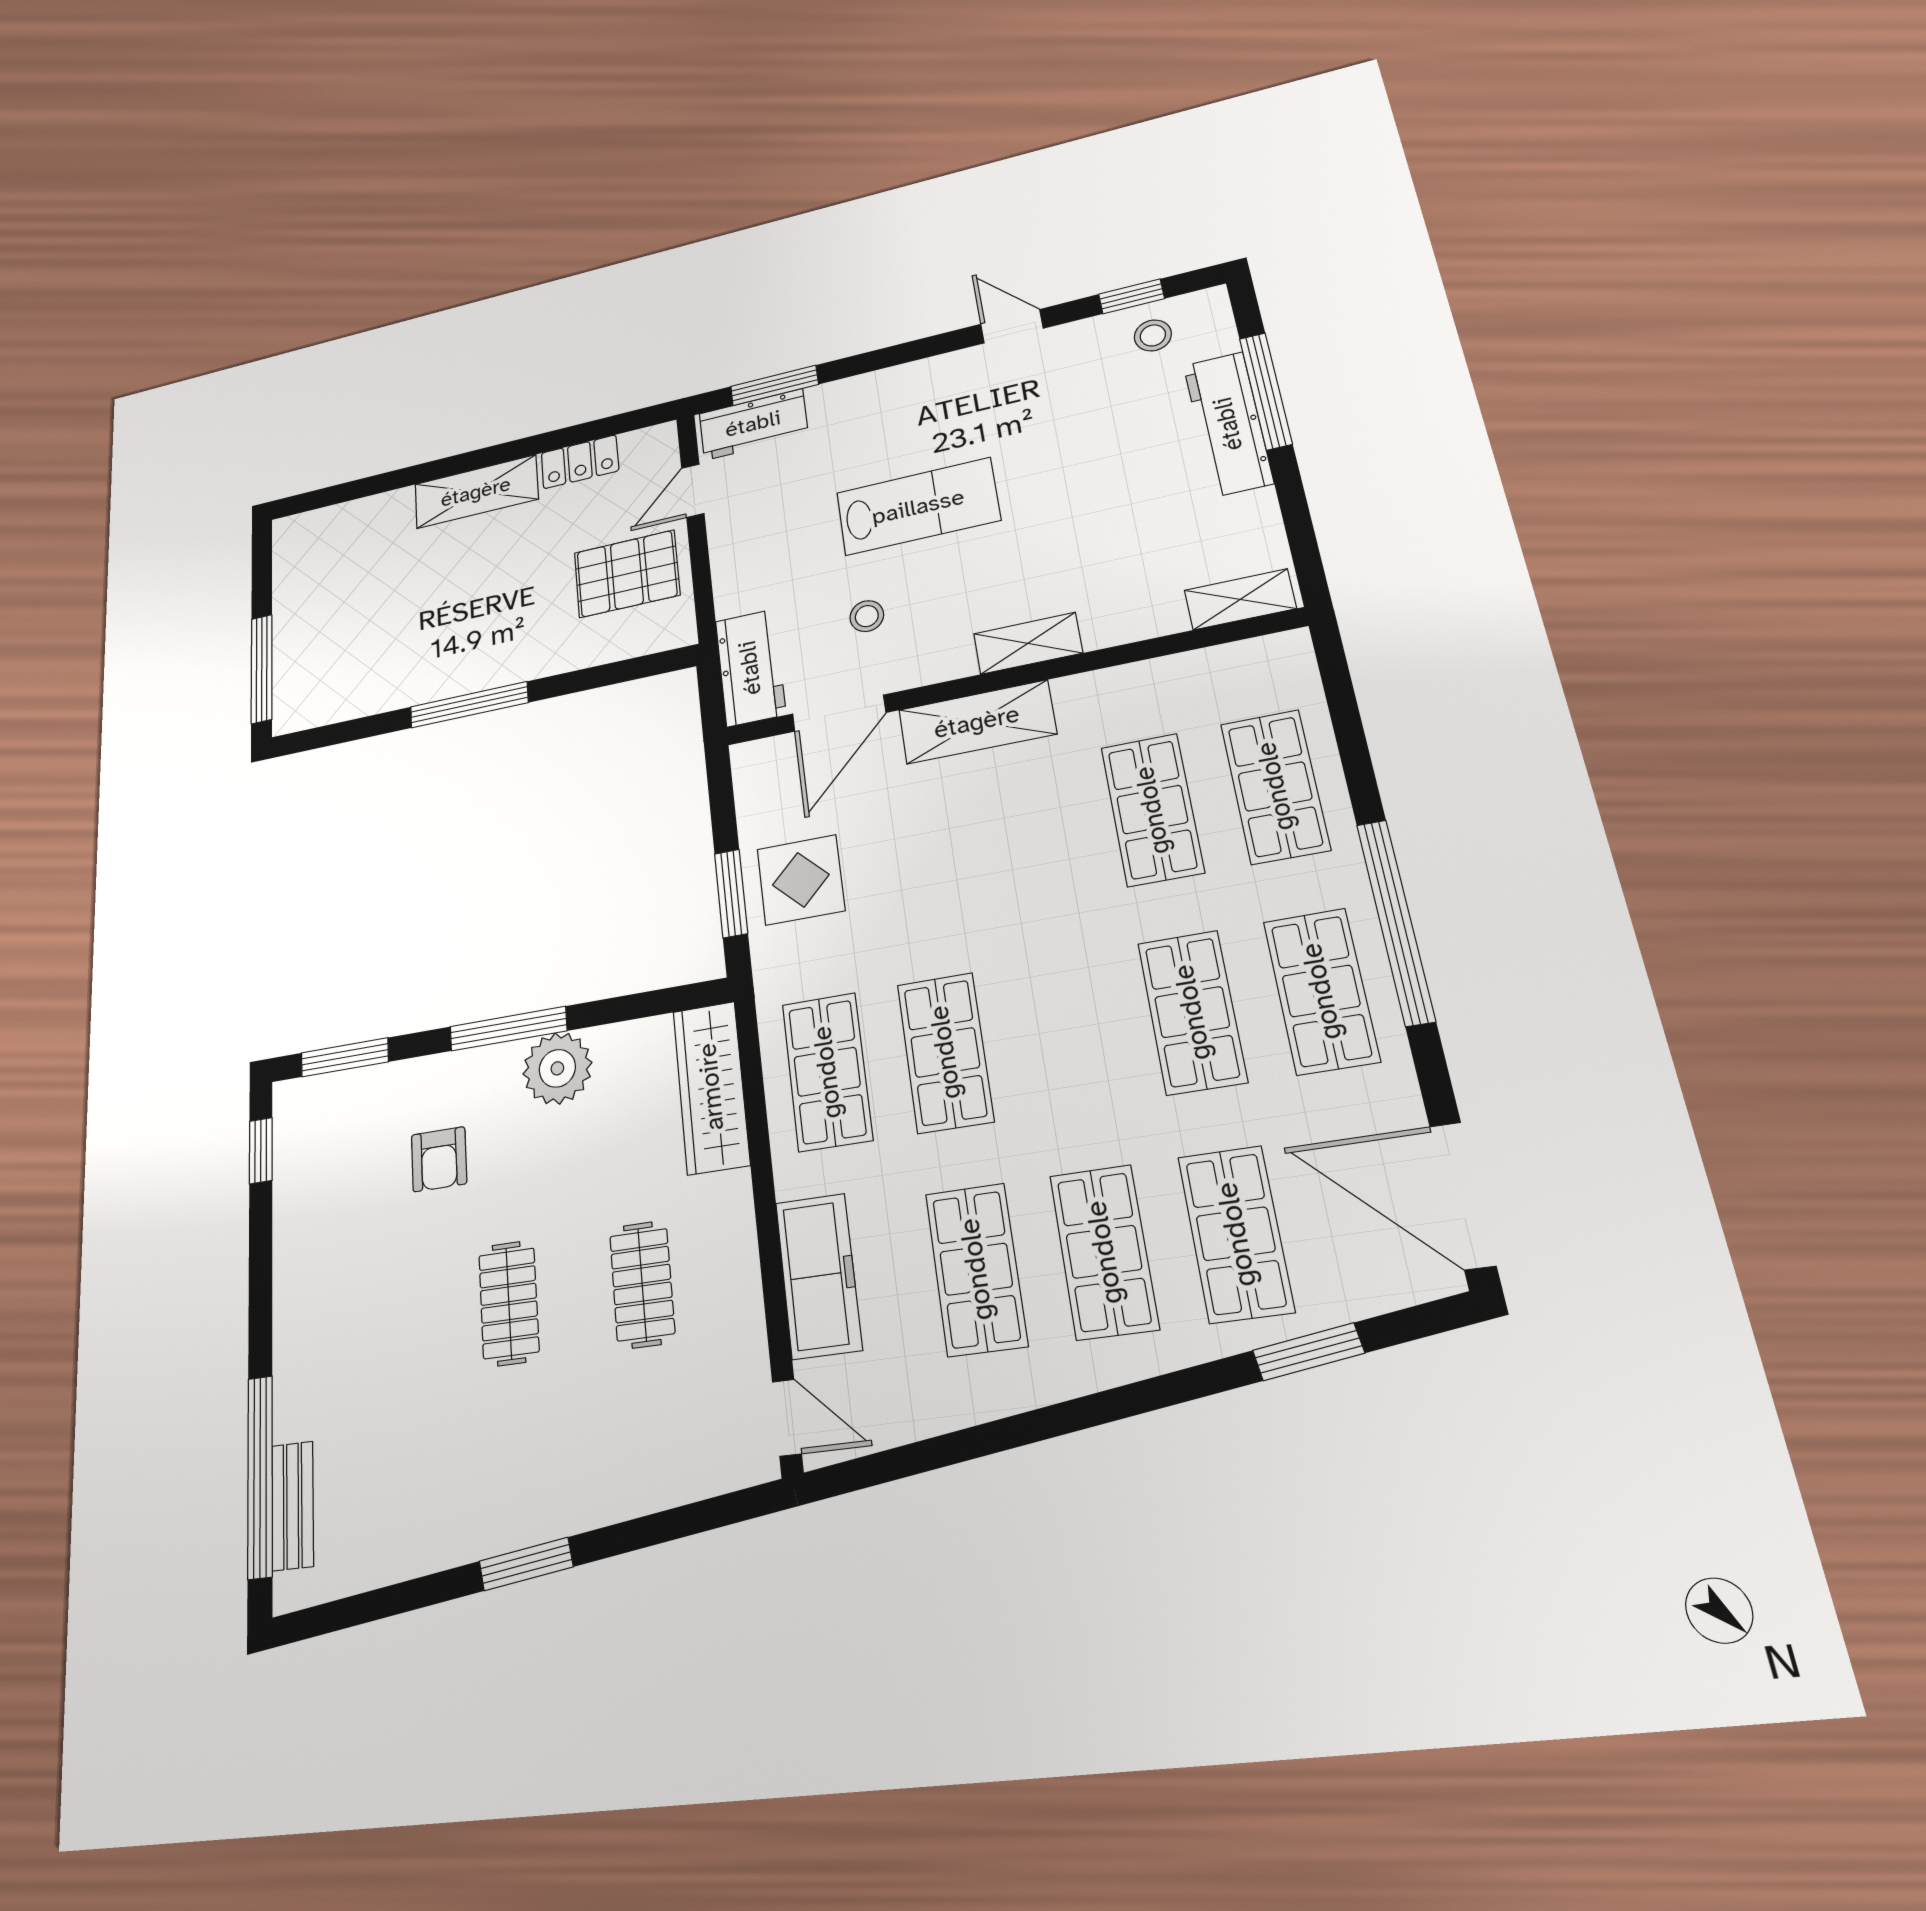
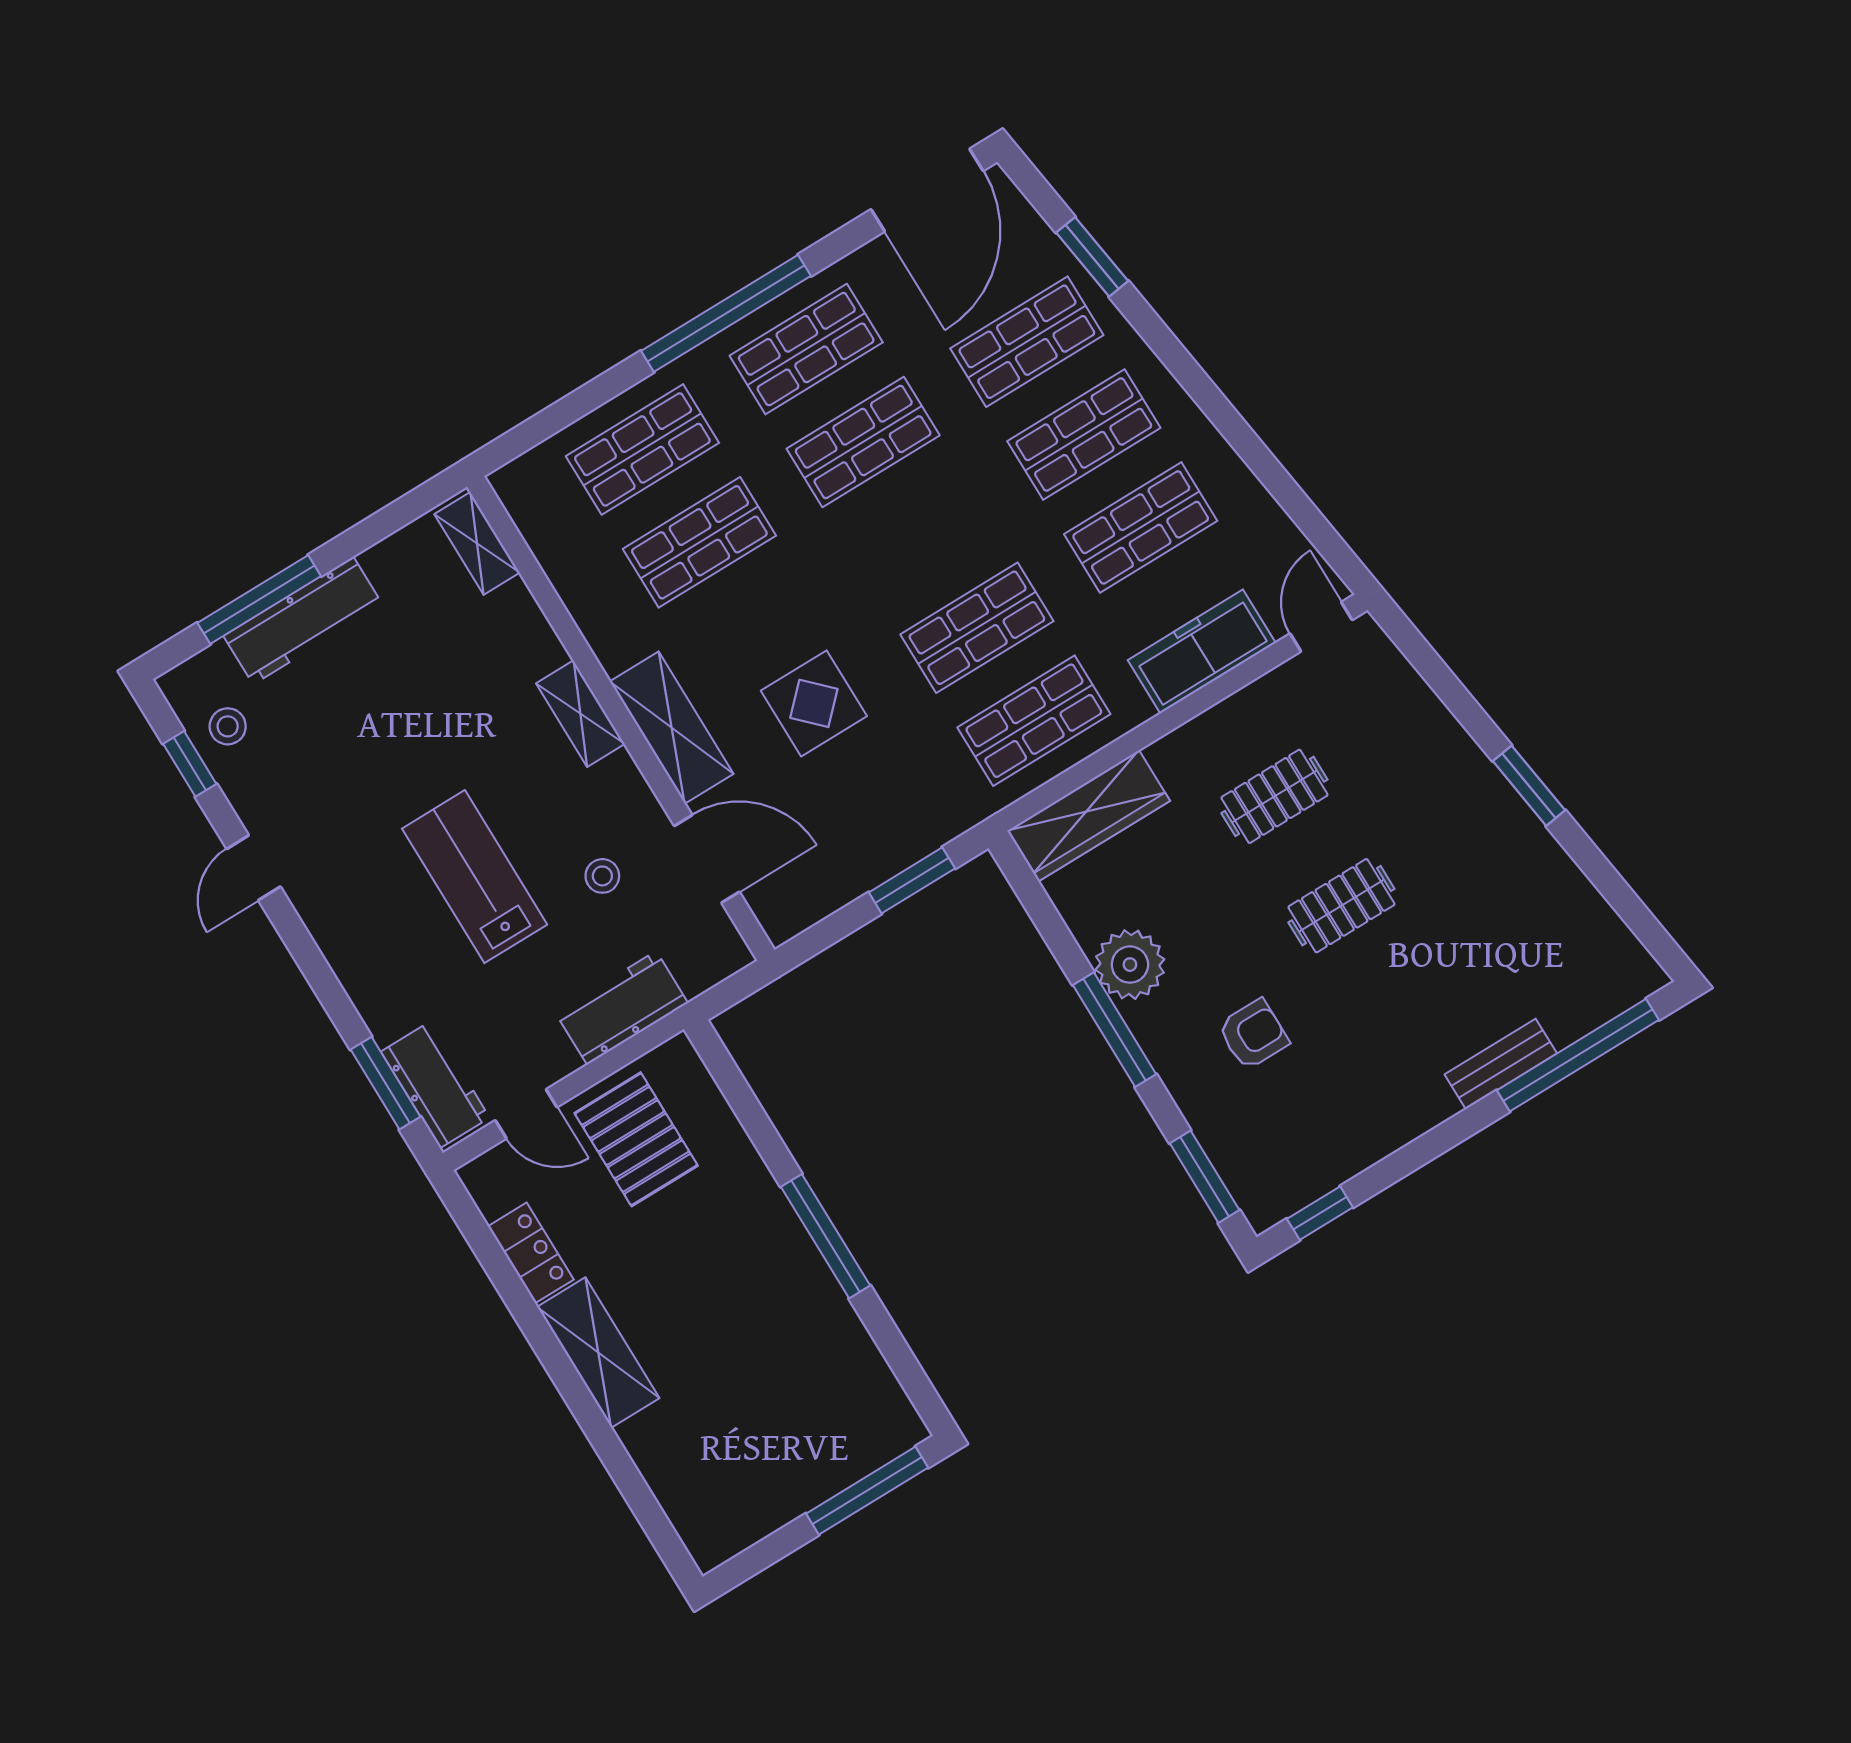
workbench: (750, 668) -> (622, 1008), moved
display table: (801, 880) -> (814, 703), moved
bench: (293, 1506) -> (1501, 1064), moved

